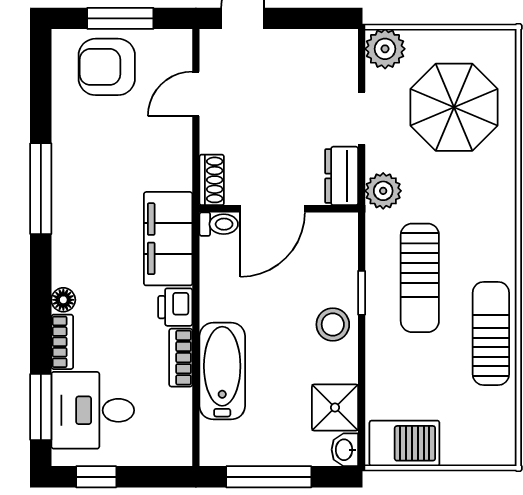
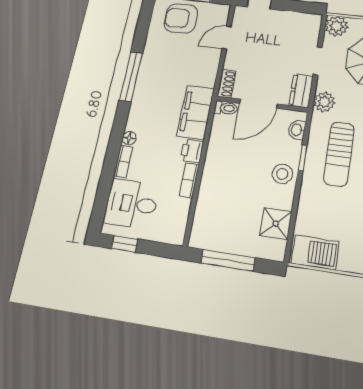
bathtub: (222, 371) -> (212, 192), removed
window: (41, 407) -> (102, 197), removed
washbasin: (345, 450) -> (297, 130), moved

